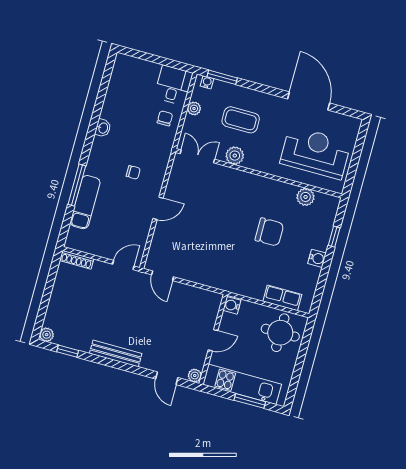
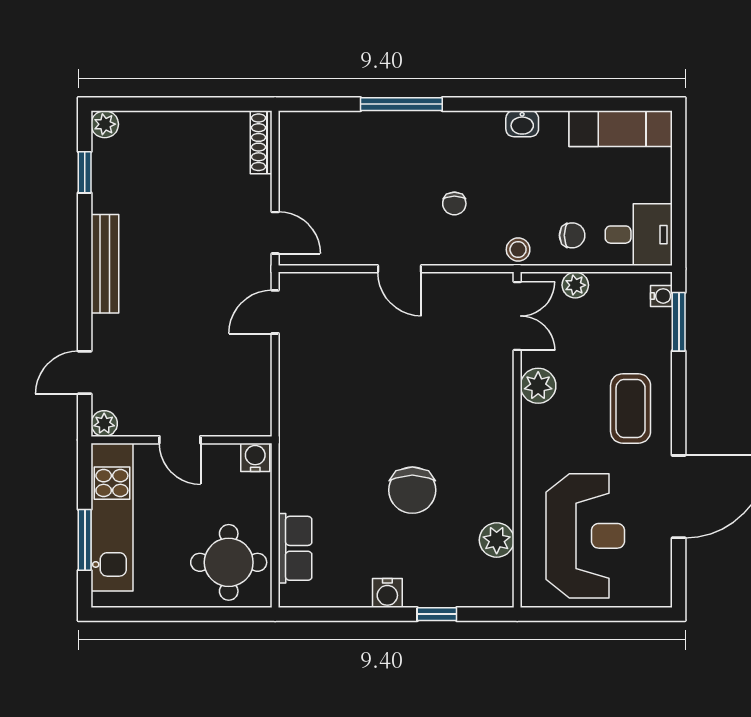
plant: (194, 108) -> (575, 285), moved
coffee table: (241, 120) -> (631, 408), moved
stool: (165, 147) -> (518, 250), added
exam couch: (85, 202) -> (621, 129), moved

